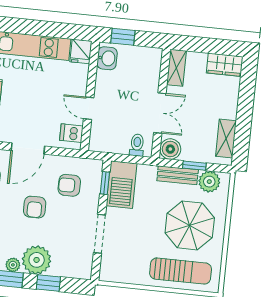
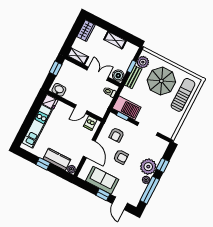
window: (123, 37) -> (56, 68), moved
shelving: (226, 139) -> (115, 40), moved

